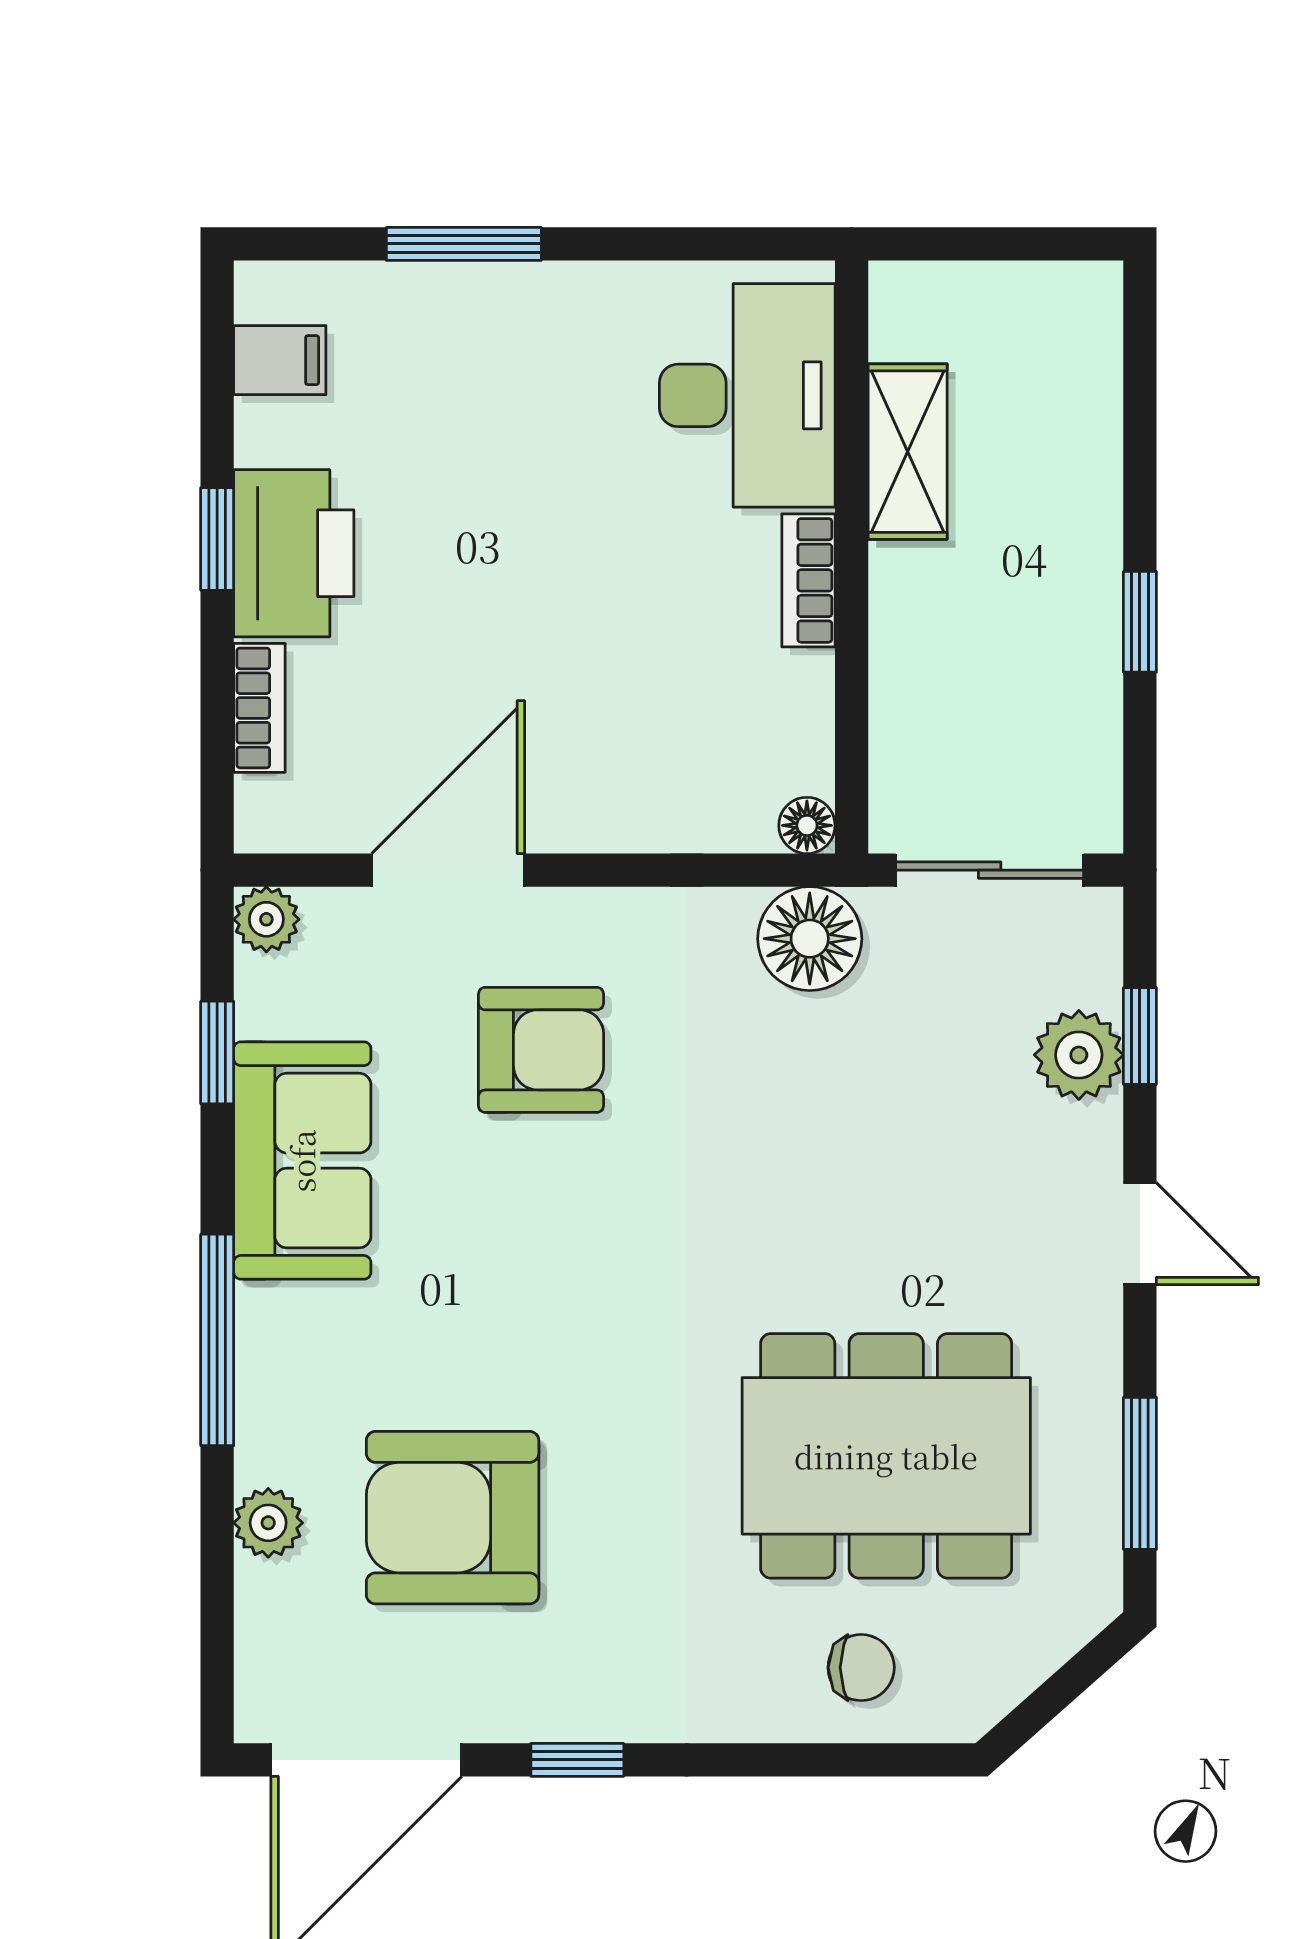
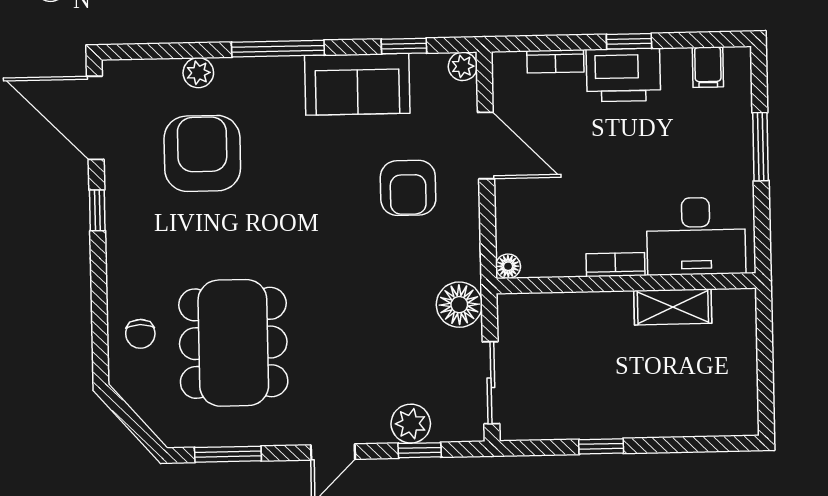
desk: (747, 395) -> (696, 236), moved
shelving: (908, 452) -> (673, 307), moved
wall: (852, 557) -> (626, 283), moved
bookcase: (808, 580) -> (615, 265), moved
floor lamp: (807, 825) -> (508, 266), moved

